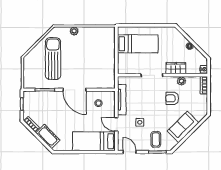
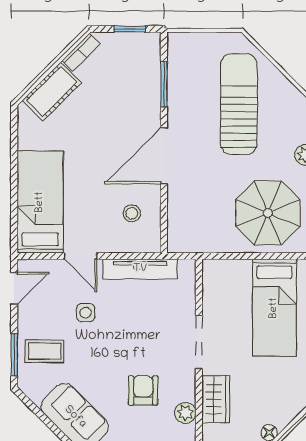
parasol: (98, 47) -> (268, 213), added
sun lounger: (53, 59) -> (239, 104), turned -90
door: (116, 124) -> (81, 256), swing flipped

